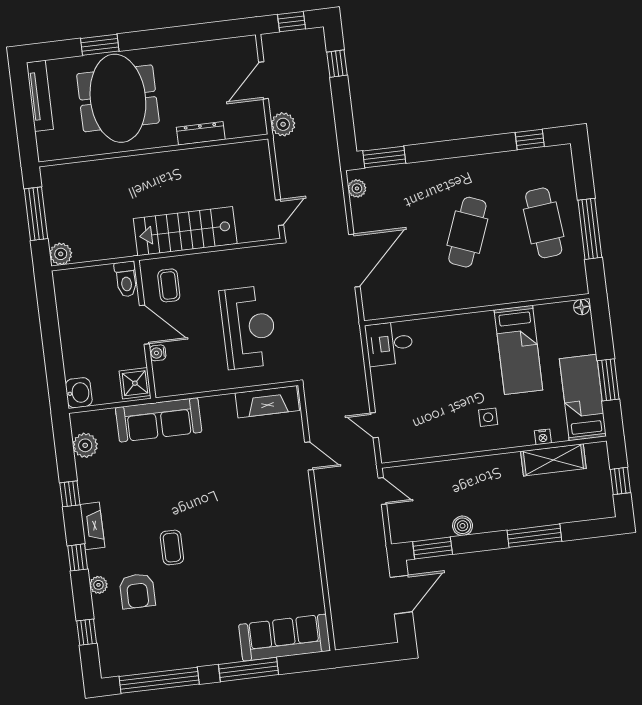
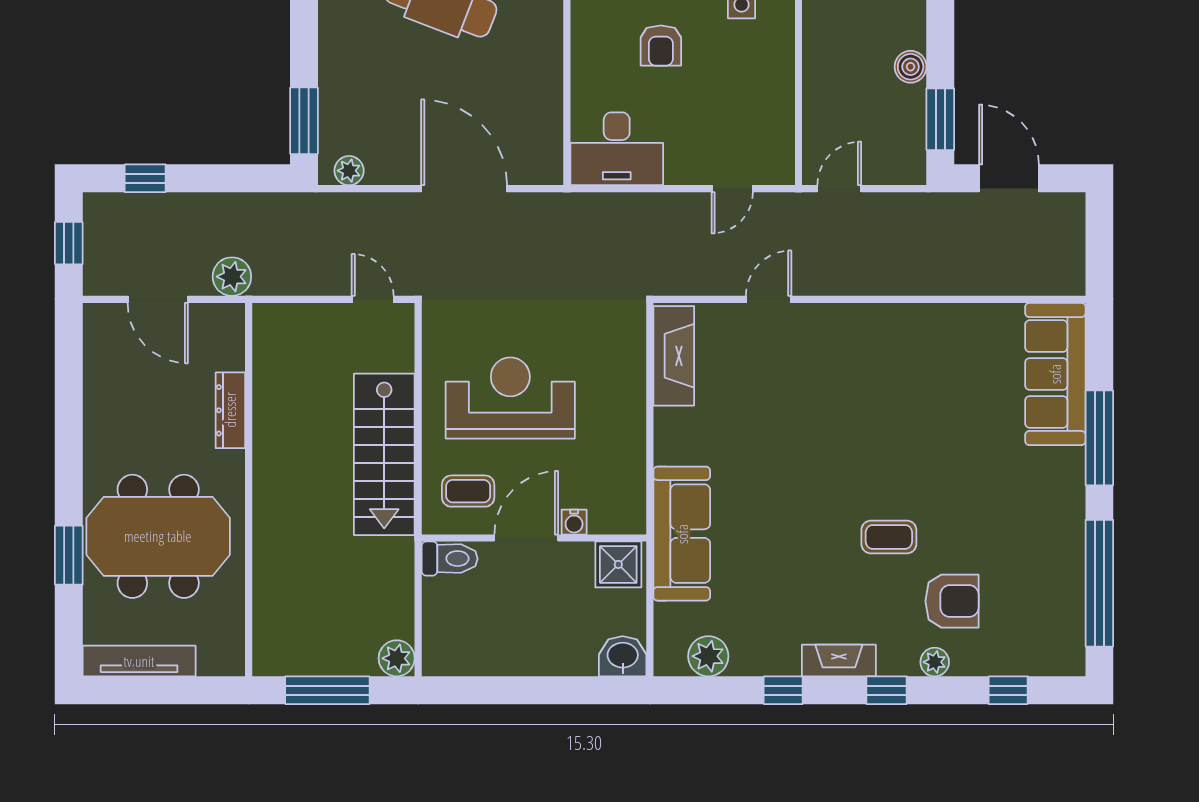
reception desk: (248, 327) -> (510, 398), moved
desk: (389, 344) -> (617, 149), width x1.37
armchair: (457, 371) -> (661, 46), added

